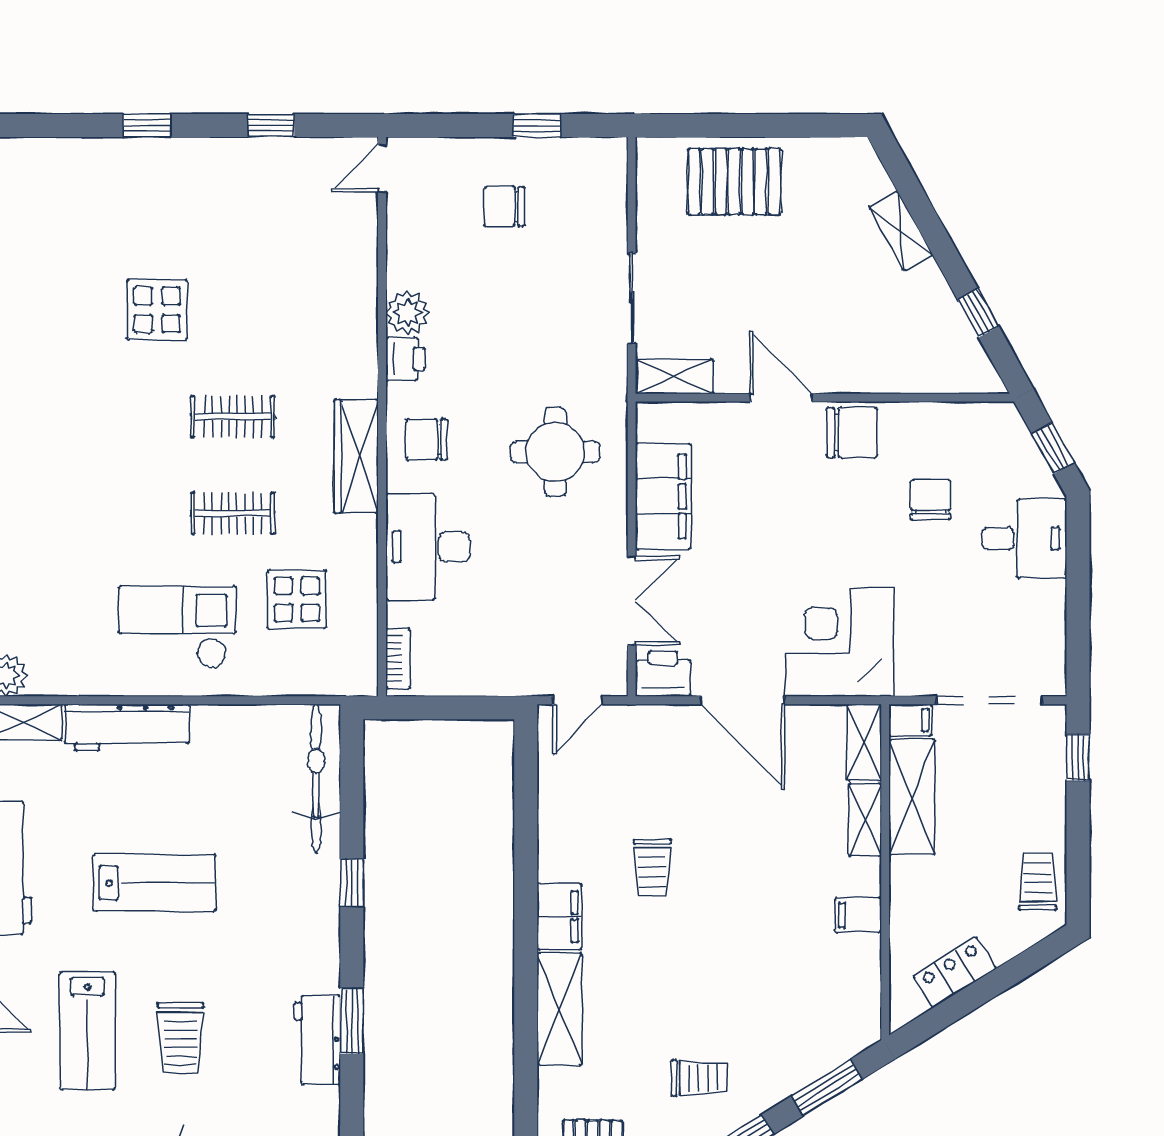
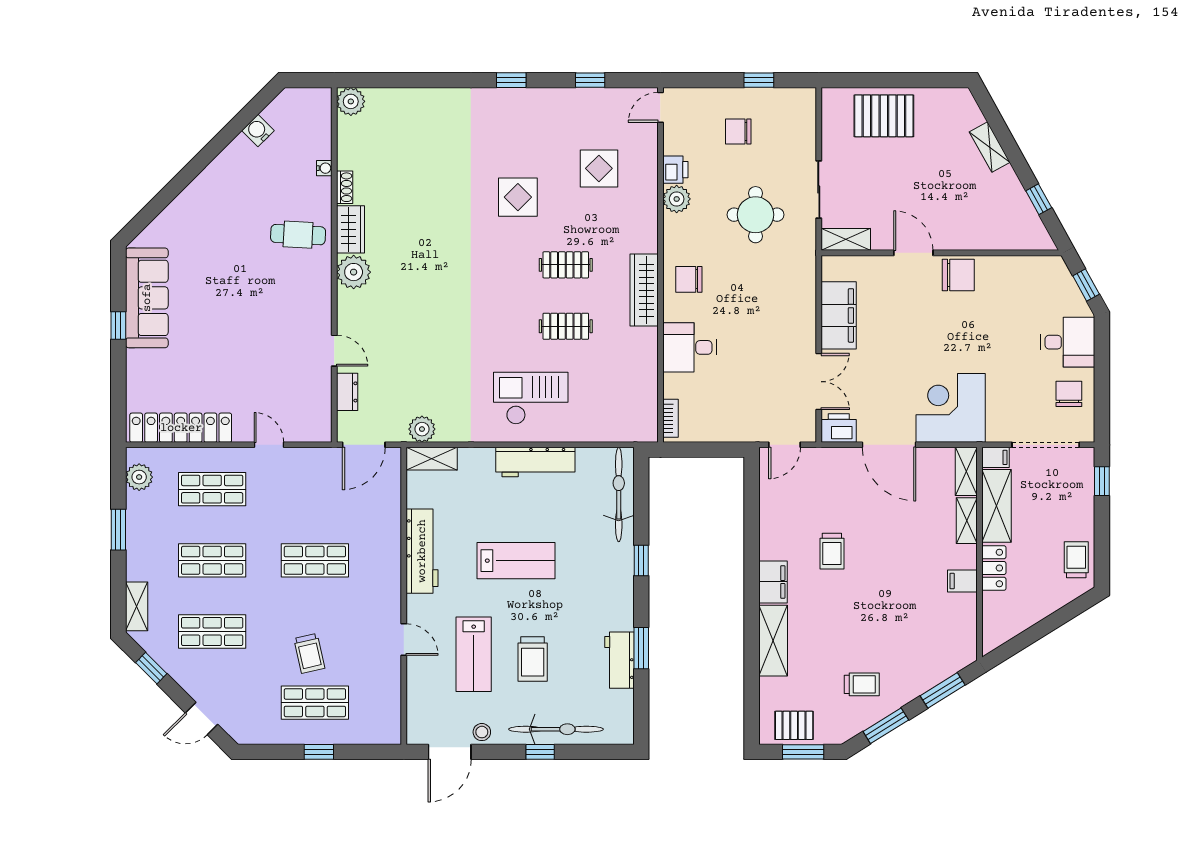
printer: (405, 359) -> (675, 170), moved
round table: (555, 452) -> (756, 215), moved
chair: (931, 500) -> (1069, 394), moved
desk: (428, 547) -> (690, 347), width x0.73
display table: (297, 599) -> (599, 168), moved
workbench: (127, 727) -> (535, 462), moved
locker: (955, 972) -> (994, 568), moved, turned 122

